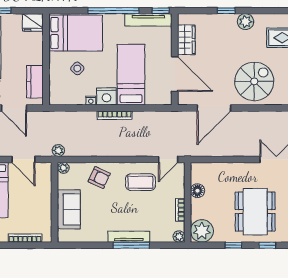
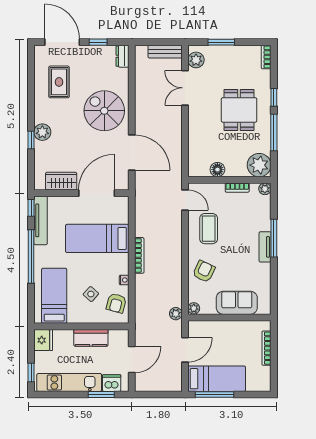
plant: (246, 22) -> (42, 132), moved
bed: (76, 33) -> (54, 296), width x0.67
kitchen counter: (35, 82) -> (91, 338), moved
armchair: (68, 93) -> (116, 303), added
nightstand: (106, 96) -> (120, 264), removed
dining table: (255, 212) -> (239, 110), width x0.73
tv unit: (129, 237) -> (265, 247), width x0.71
window: (233, 245) -> (274, 132), width x2.17

